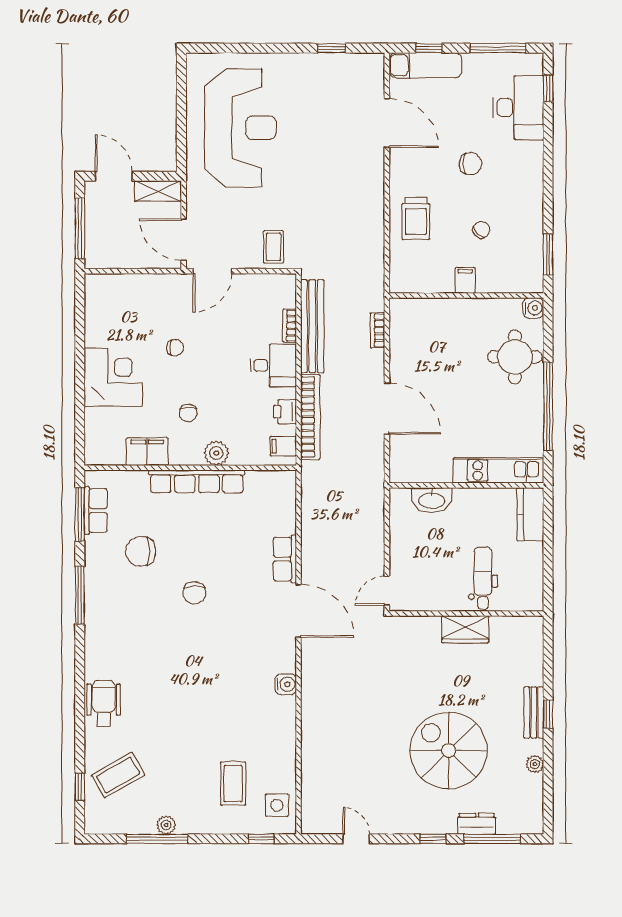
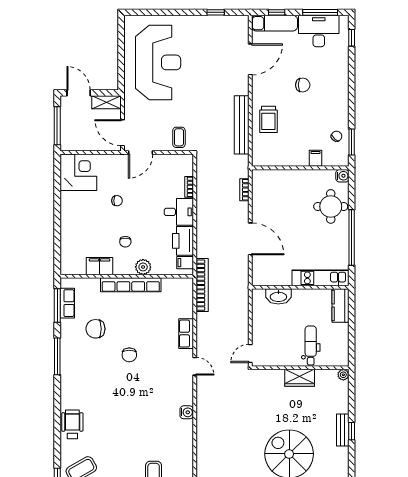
desk: (518, 108) -> (319, 31), moved, turned -90
door: (387, 123) -> (250, 59), hinge flipped
chair: (481, 230) -> (337, 136), moved
filing cabinet: (465, 280) -> (316, 158), moved
bench: (312, 326) -> (242, 125), moved
corner desk: (113, 377) -> (78, 172), moved
printer: (285, 412) -> (183, 241), width x1.87, depth x1.48
bookcase: (310, 417) -> (202, 285), moved
door: (298, 611) -> (195, 366), width x0.53
plant: (535, 764) -> (343, 375), moved

